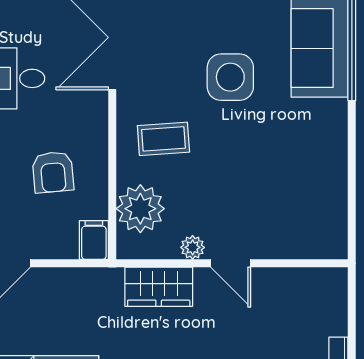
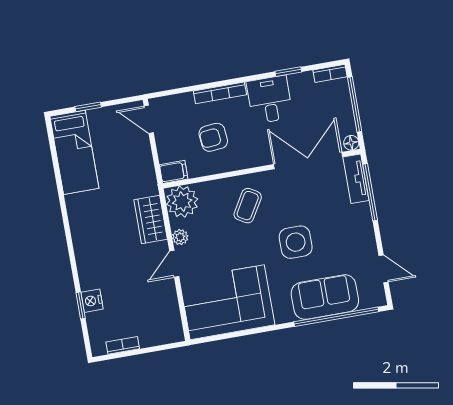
coffee table: (163, 139) -> (248, 206), turned 35
corner sofa: (302, 195) -> (227, 302), added
plant: (140, 209) -> (182, 202), moved

